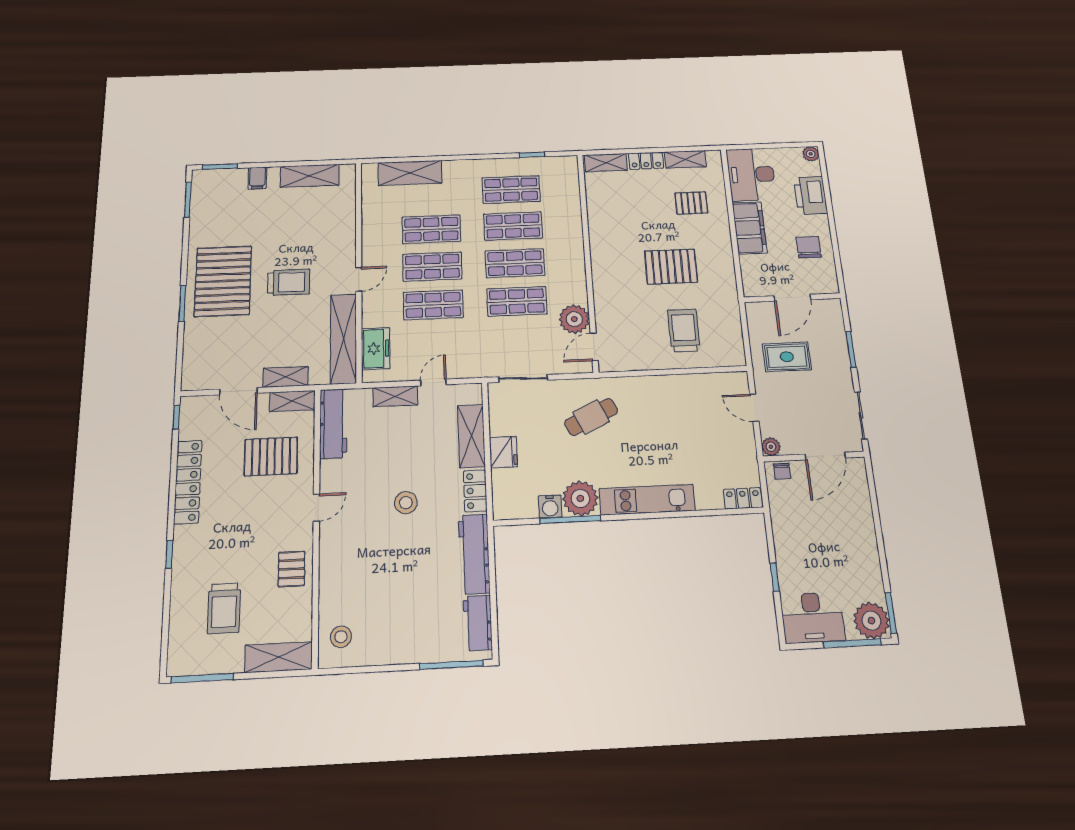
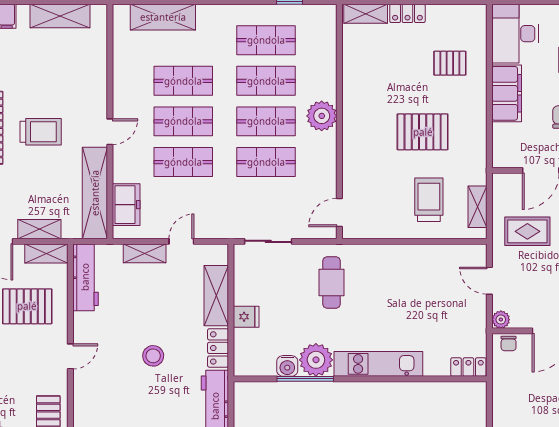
shelving: (685, 159) -> (477, 207), moved, turned 90
plant: (574, 319) -> (322, 116), moved
cafe table: (591, 417) -> (332, 282), turned -65
fridge: (503, 452) -> (246, 317), width x0.72

